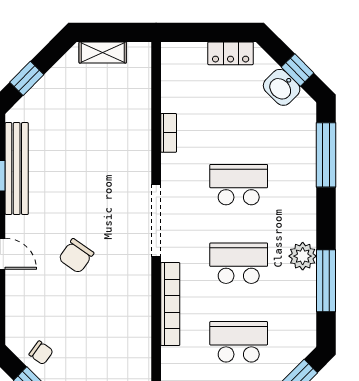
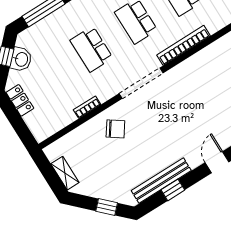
chair: (76, 256) -> (115, 129), moved

